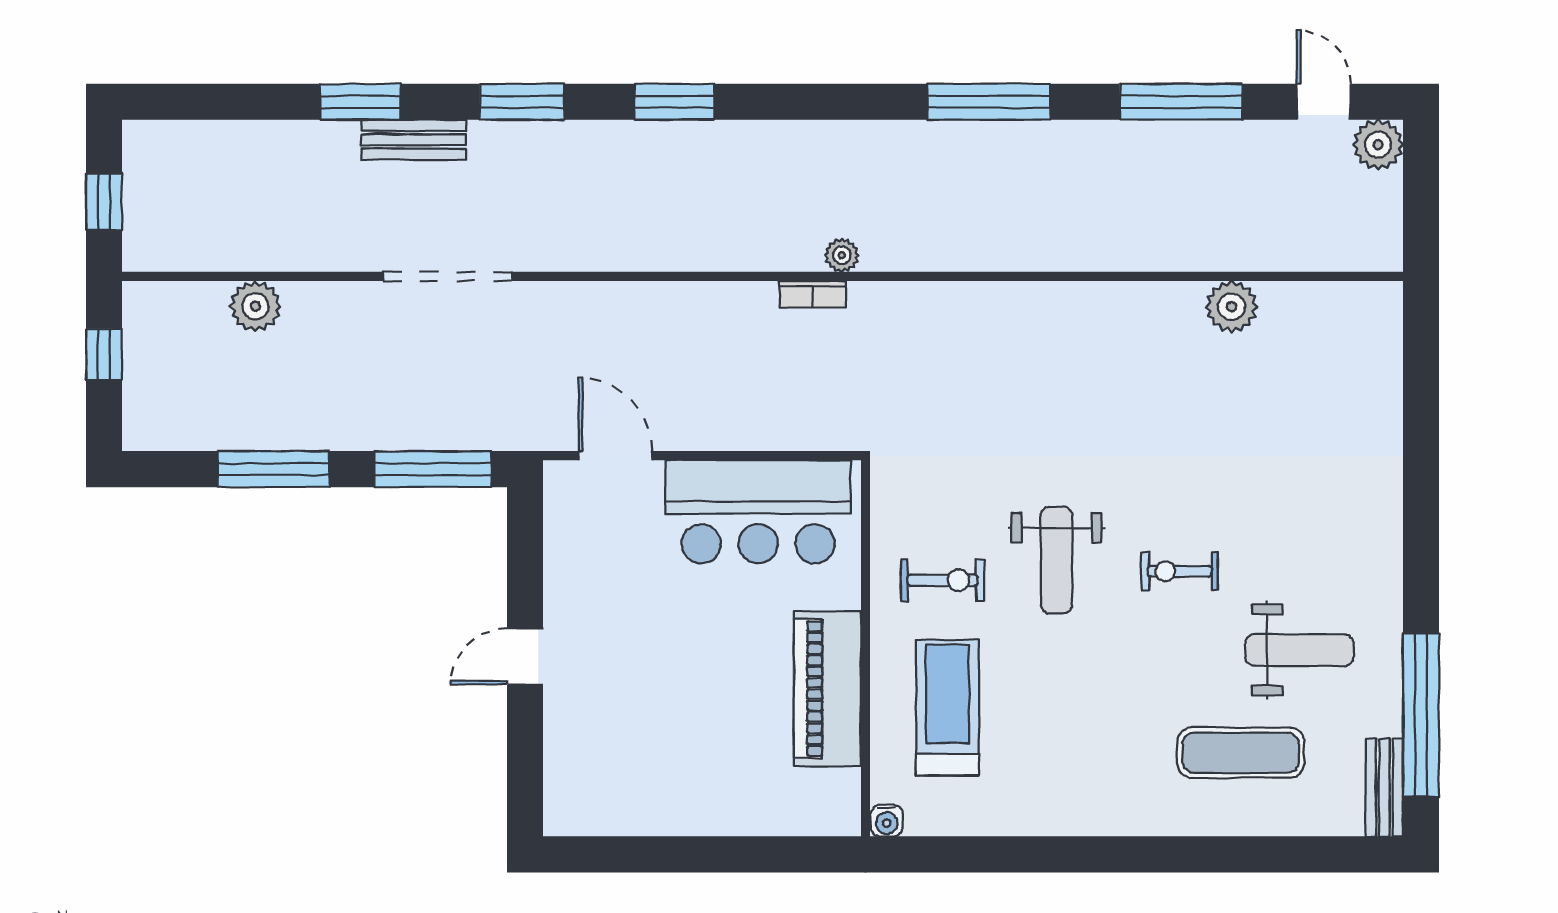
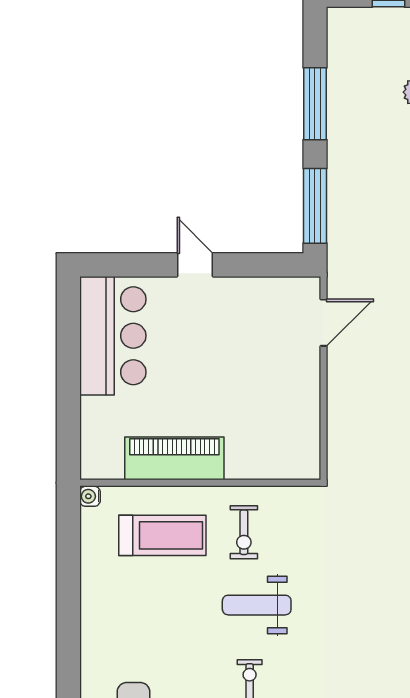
bar counter: (758, 512) -> (113, 336), moved, turned 180

